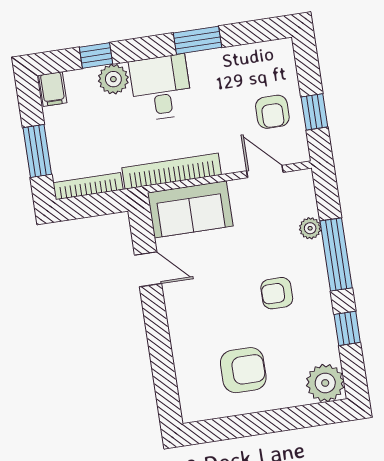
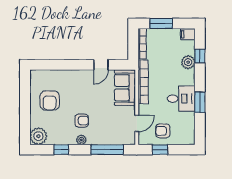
desk: (161, 88) -> (181, 99), moved
plant: (310, 228) -> (81, 140), moved
window: (336, 254) -> (107, 150), moved
armchair: (277, 293) -> (82, 121), turned 90

